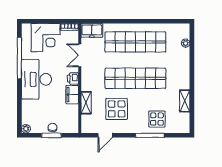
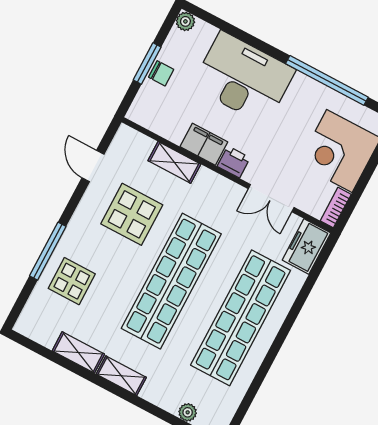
double door: (80, 55) -> (271, 198), swing flipped
shelving: (185, 78) -> (121, 376), added
desk: (37, 79) -> (244, 78), moved

